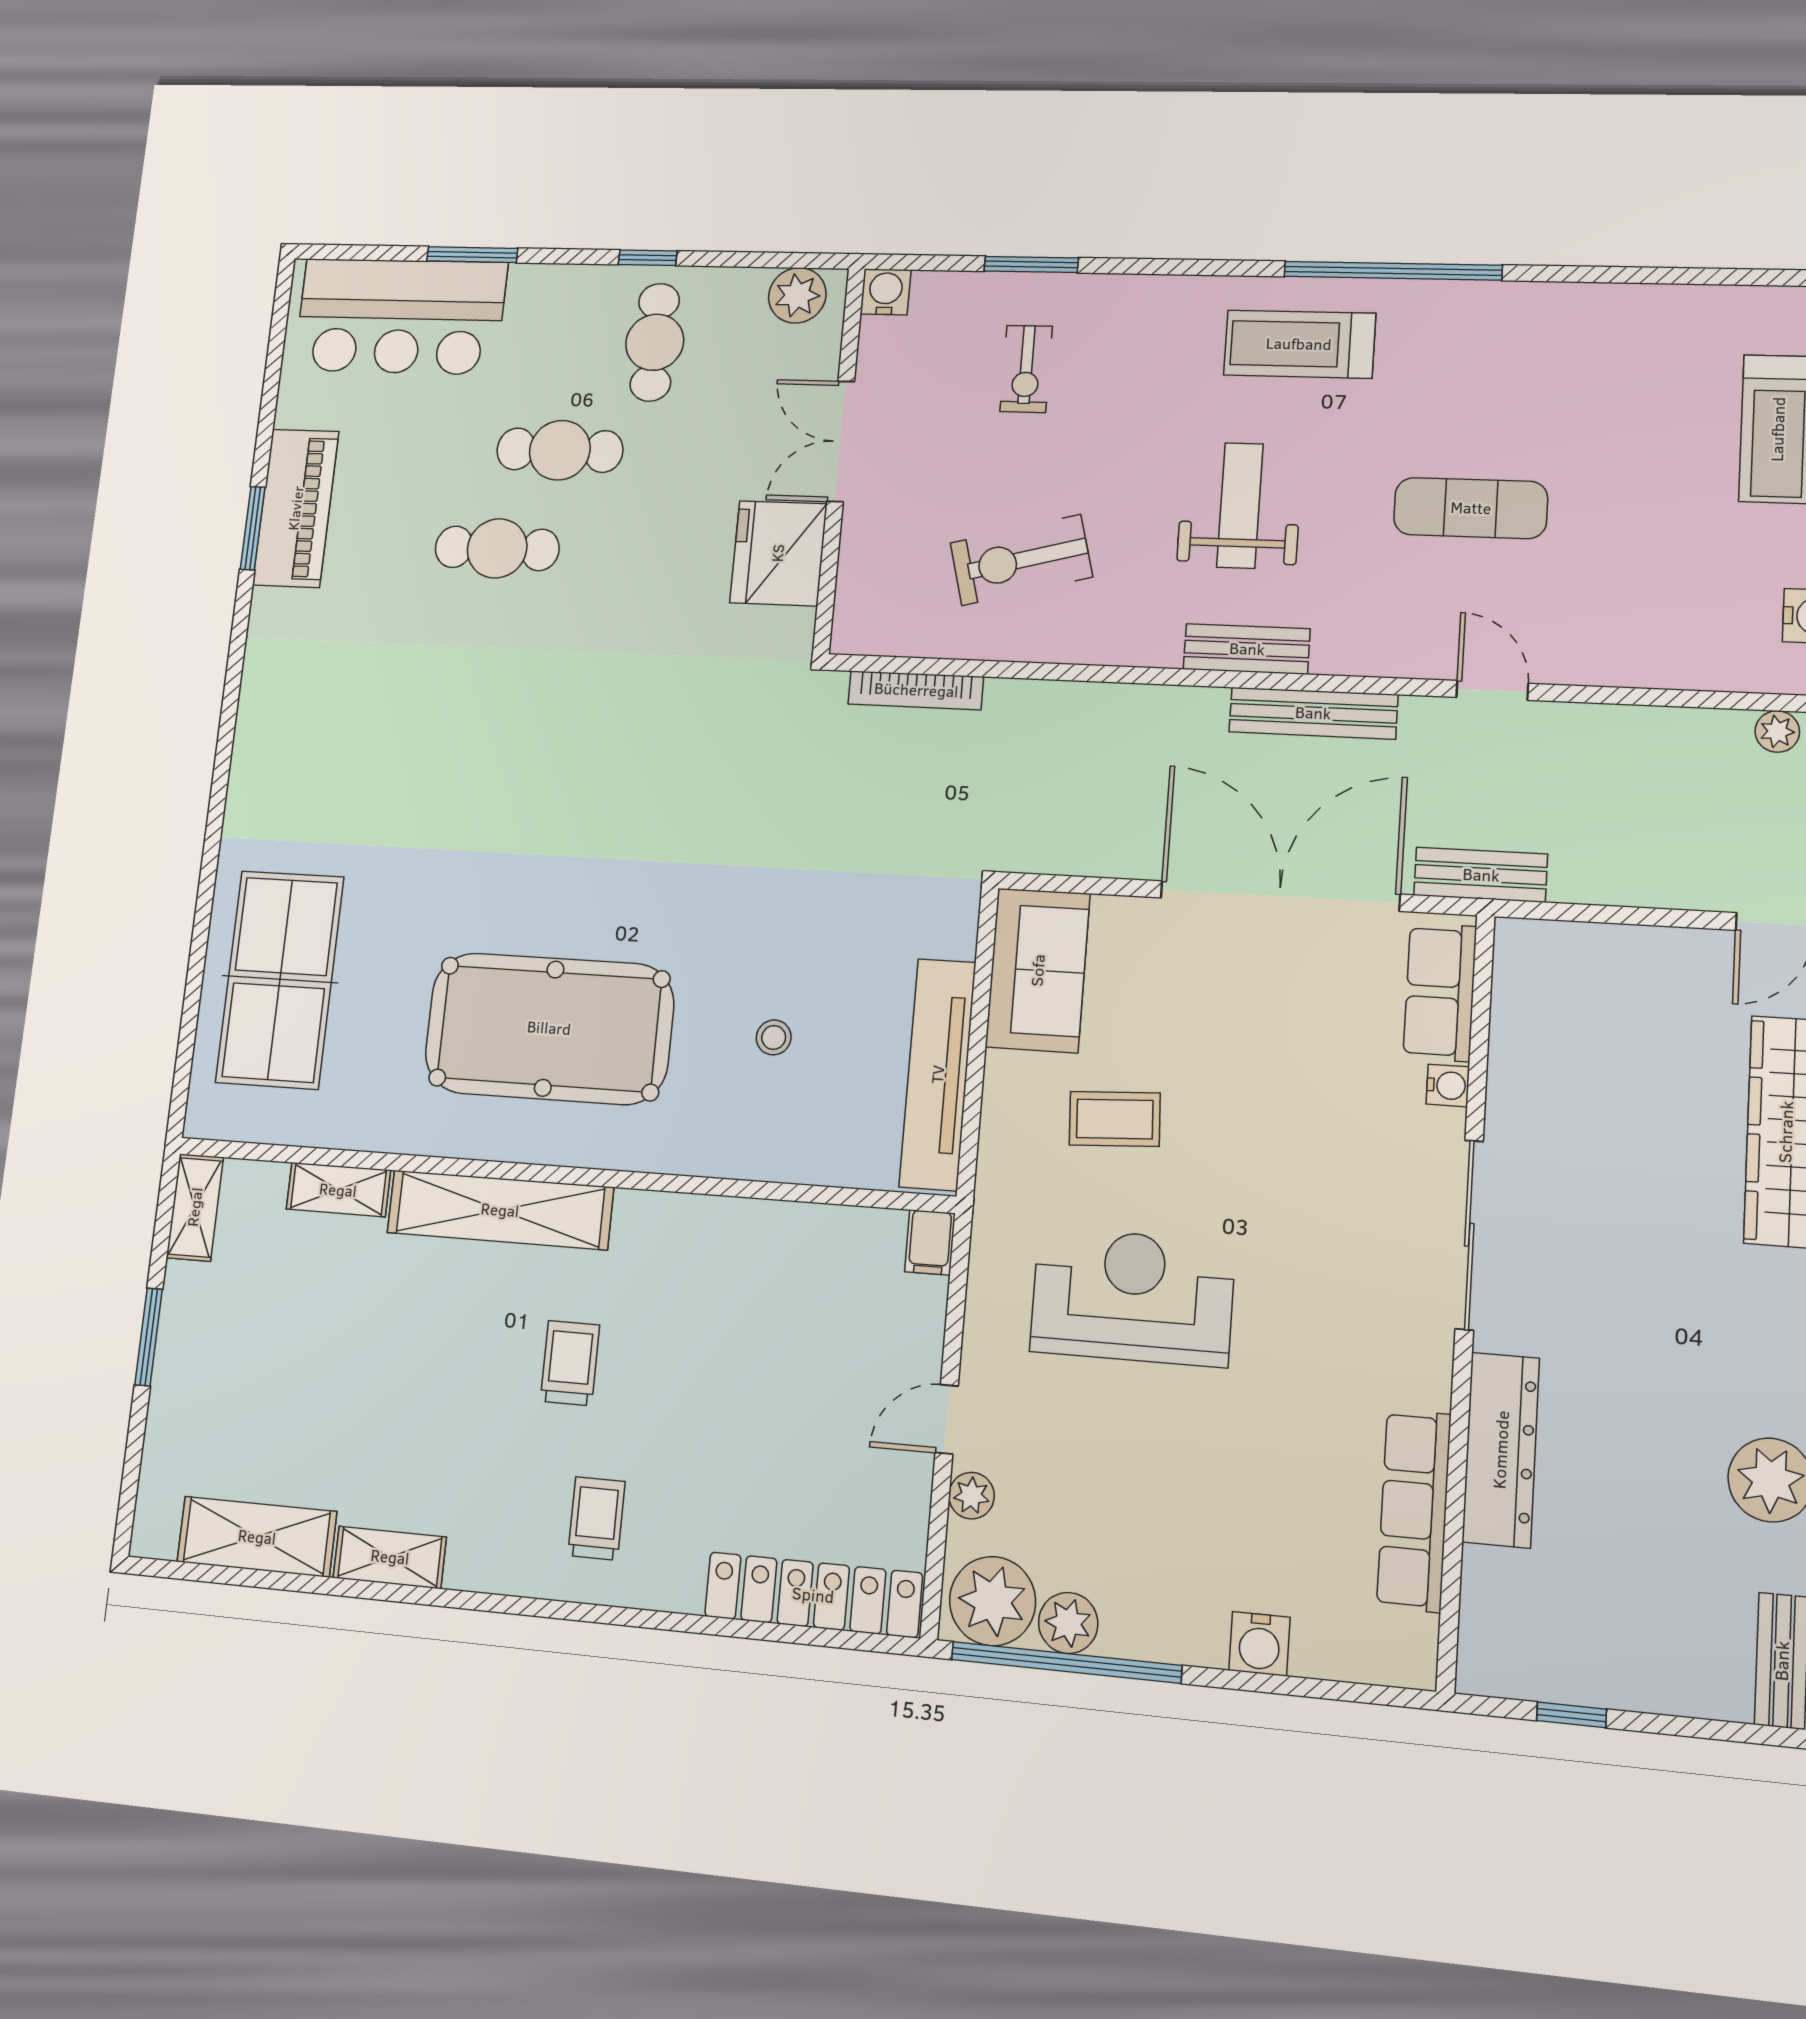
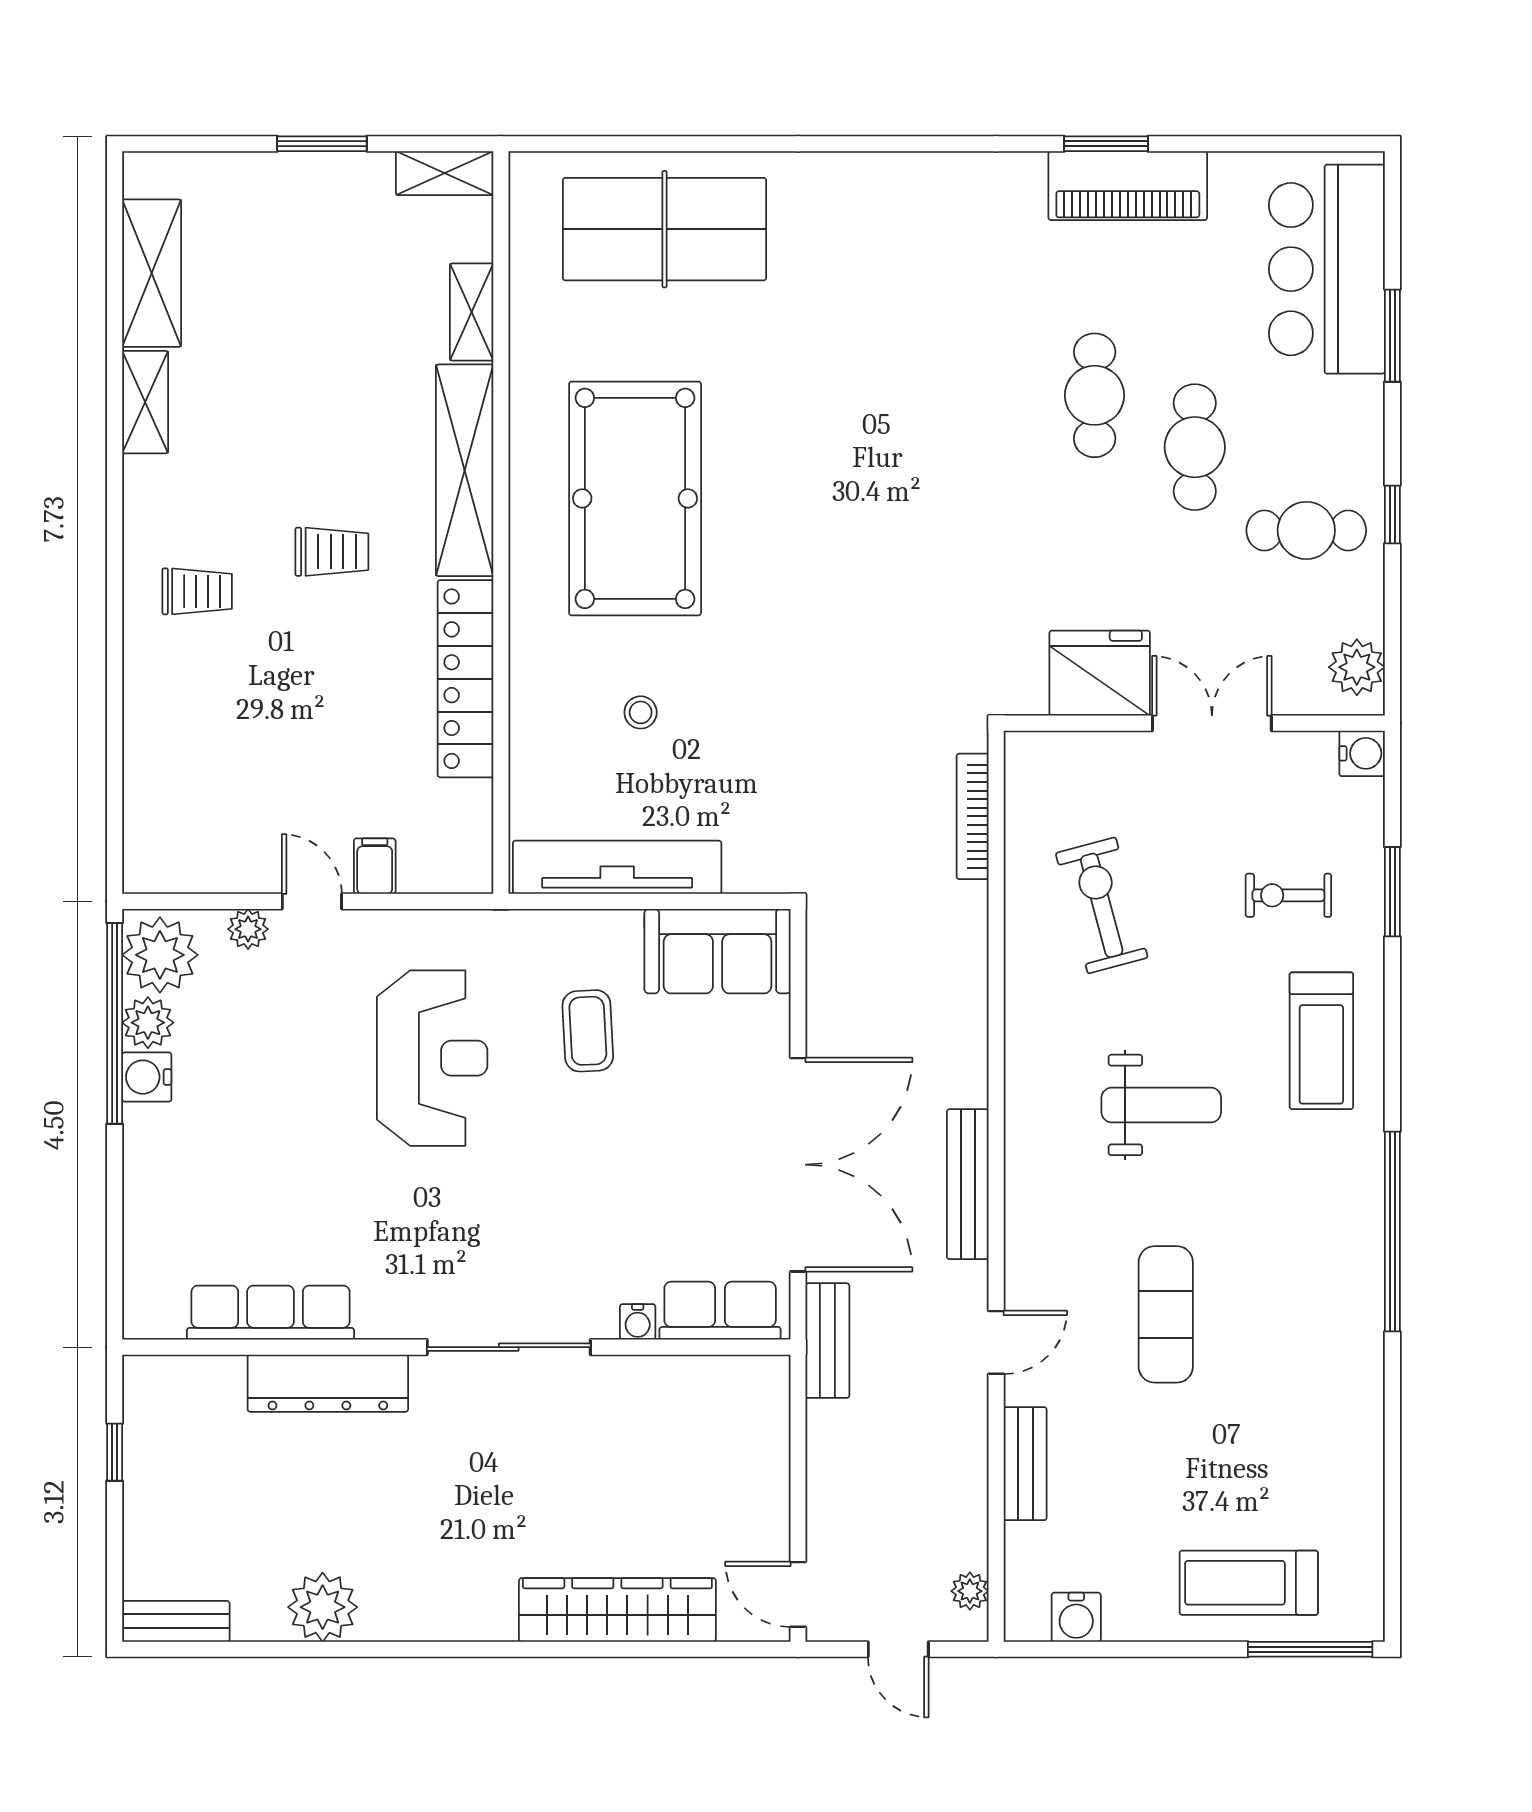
treadmill: (1299, 344) -> (1321, 1041), moved, turned 180
bench: (1247, 649) -> (1025, 1464), moved
filing cabinet: (930, 1242) -> (375, 866), moved, turned 90
locker: (813, 1595) -> (466, 679), moved, turned 180
water cooler: (1259, 1644) -> (147, 1077), moved

